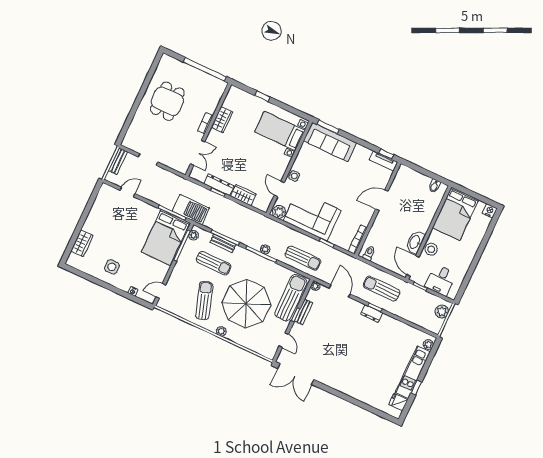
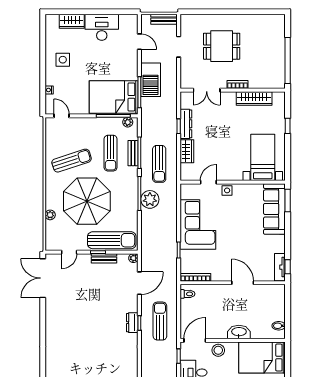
dining table: (167, 101) -> (222, 46), moved
wardrobe: (222, 120) -> (254, 98), width x1.50
barbecue: (191, 210) -> (151, 80), moved
plant: (279, 212) -> (187, 192), removed
desk: (99, 219) -> (102, 27), added
washbasin: (415, 242) -> (239, 332), moved
plant: (265, 249) -> (150, 199), width x1.87, depth x1.87
sun lounger: (303, 258) -> (159, 164), moved
plant: (221, 331) -> (50, 215), moved

